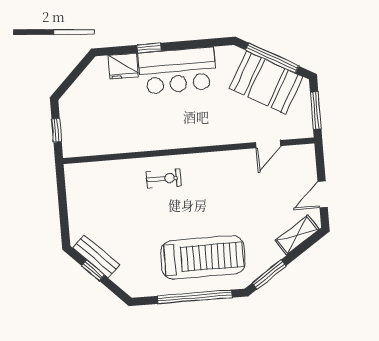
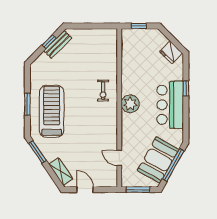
fridge: (123, 66) -> (171, 52), moved, turned -45
plant: (181, 134) -> (130, 104), added
treadmill: (203, 257) -> (52, 111), turned 180
window: (195, 297) -> (27, 104), width x0.47

